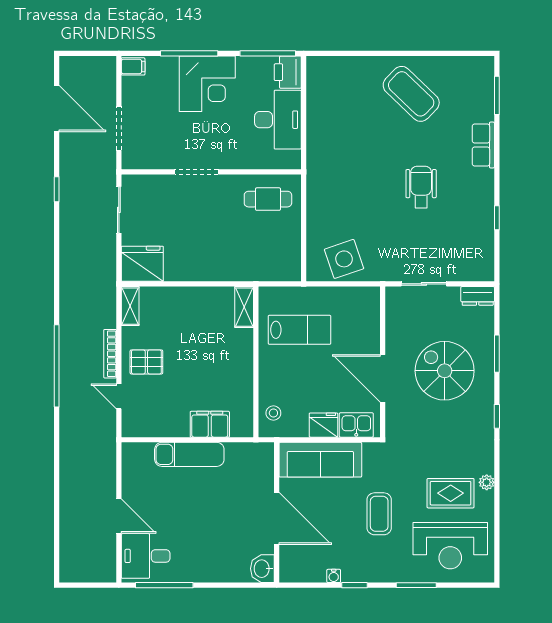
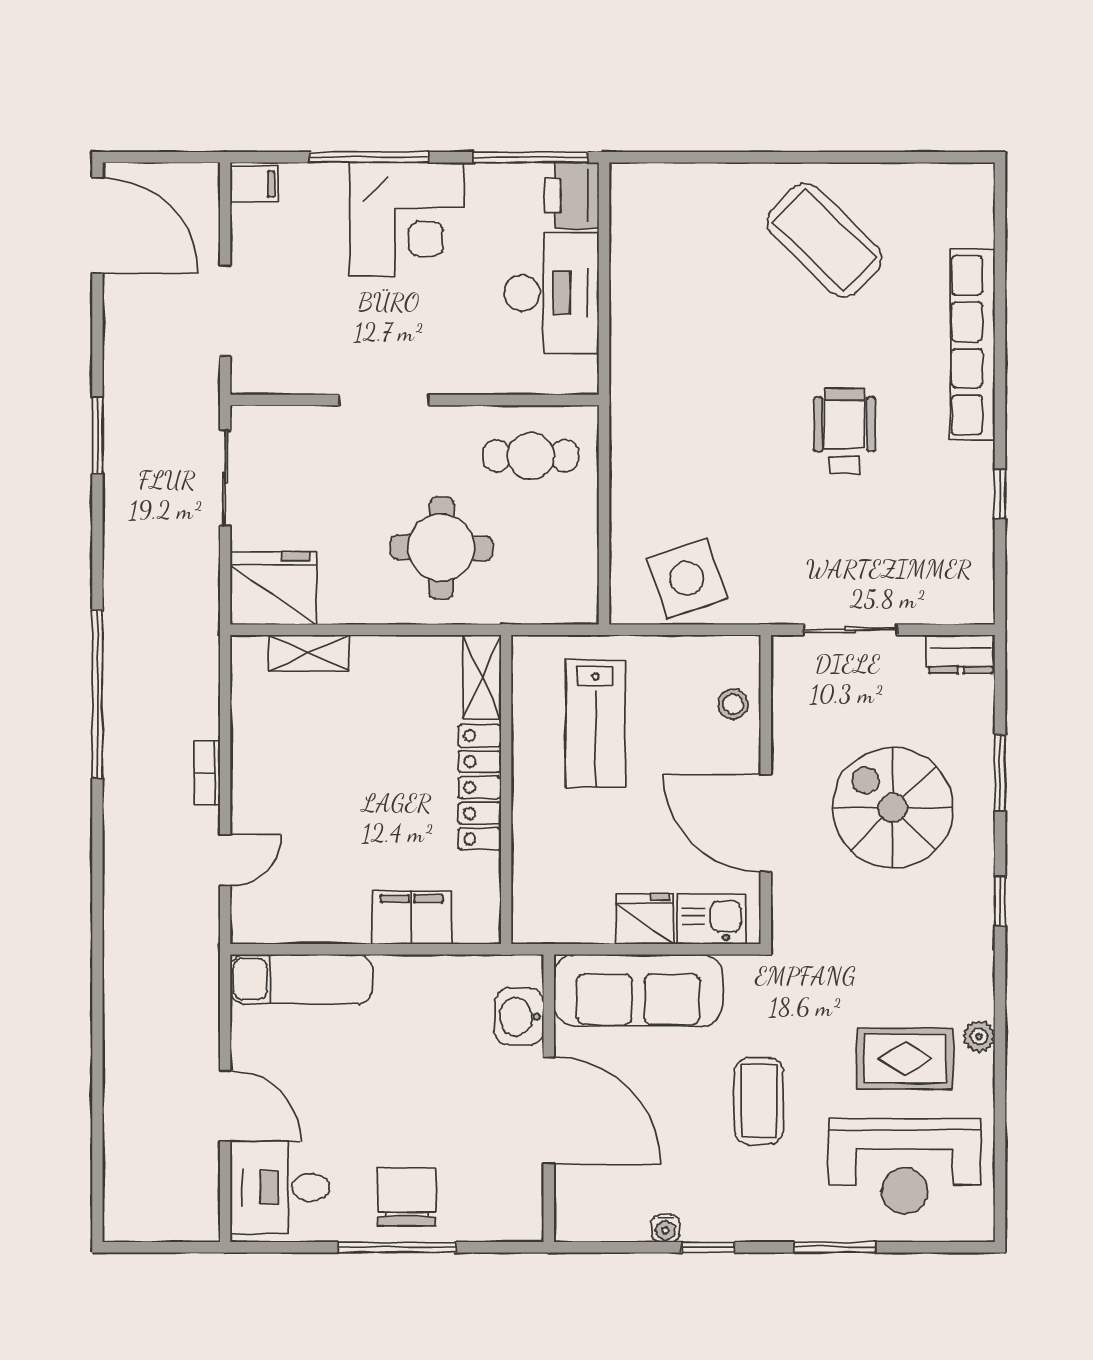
window: (497, 95) -> (1000, 243), removed
door: (57, 109) -> (97, 226), moved
row of seats: (483, 145) -> (972, 345), width x2.02
window: (57, 189) -> (97, 436), width x1.50
round table: (224, 244) -> (441, 548), added
shelving: (130, 306) -> (309, 653), moved, turned 90
lab bench: (300, 330) -> (596, 724), turned 90
bookcase: (110, 354) -> (207, 773), width x0.64
locker: (243, 361) -> (480, 787), added
pallet: (146, 362) -> (282, 790), removed
window: (57, 366) -> (97, 694), moved
door: (119, 396) -> (225, 860), swing flipped
stool: (273, 413) -> (733, 704), moved
exam couch: (189, 454) -> (301, 979), moved
chair: (207, 560) -> (407, 1197), added
washbasin: (262, 569) -> (519, 1017), moved
window: (164, 585) -> (397, 1247), moved

